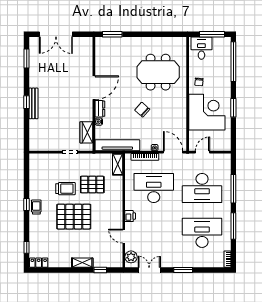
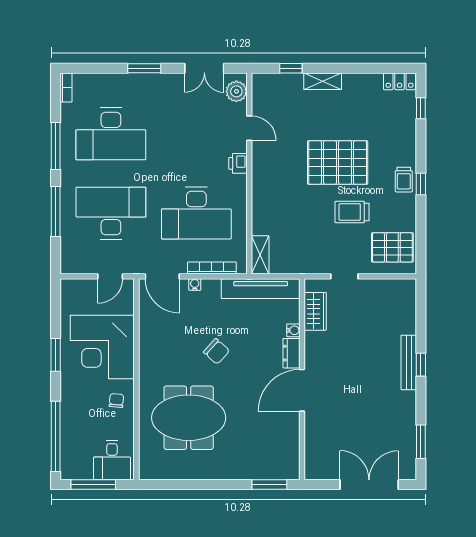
pallet: (92, 185) -> (392, 247), moved

